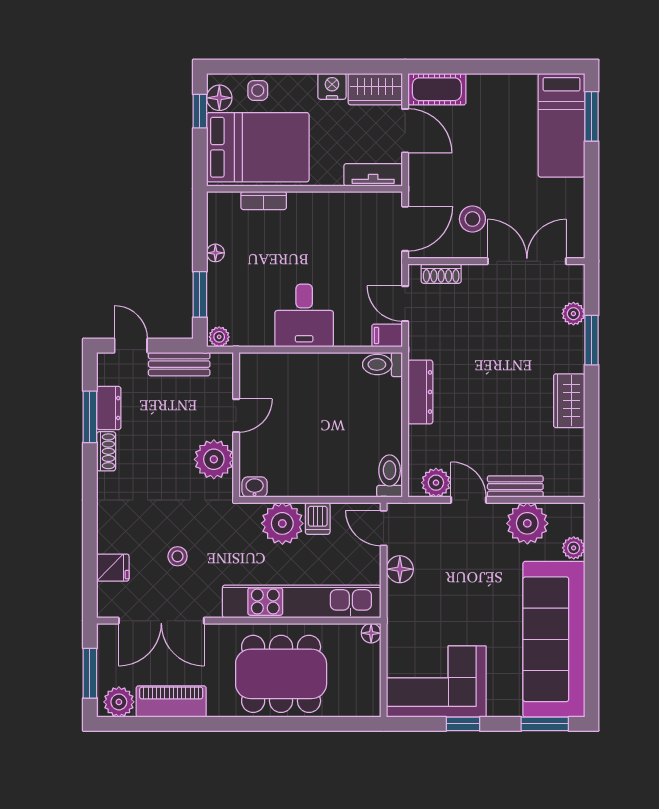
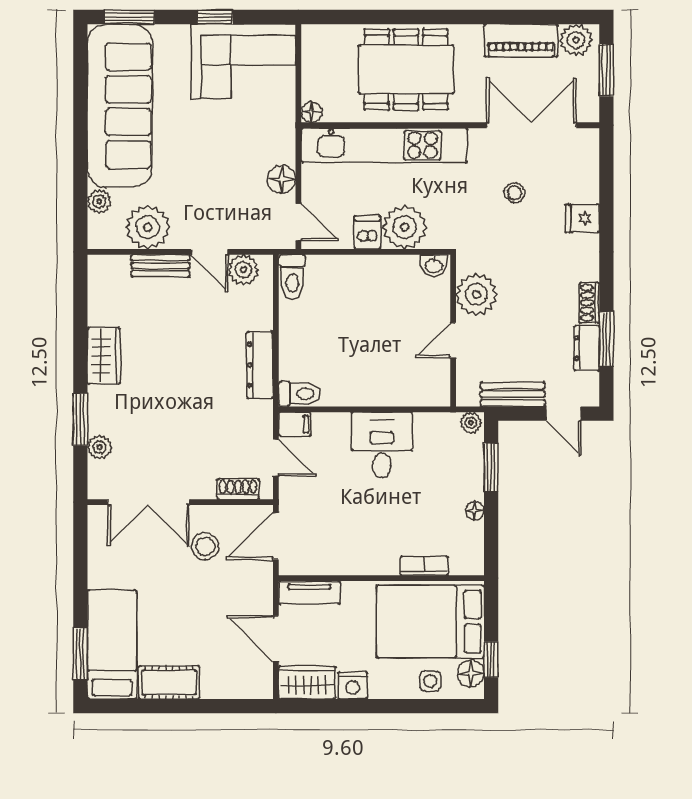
cot: (437, 89) -> (169, 682), moved
fridge: (113, 568) -> (582, 218), moved

